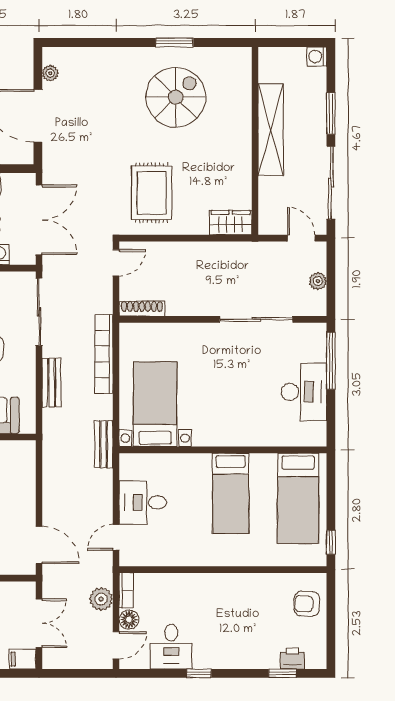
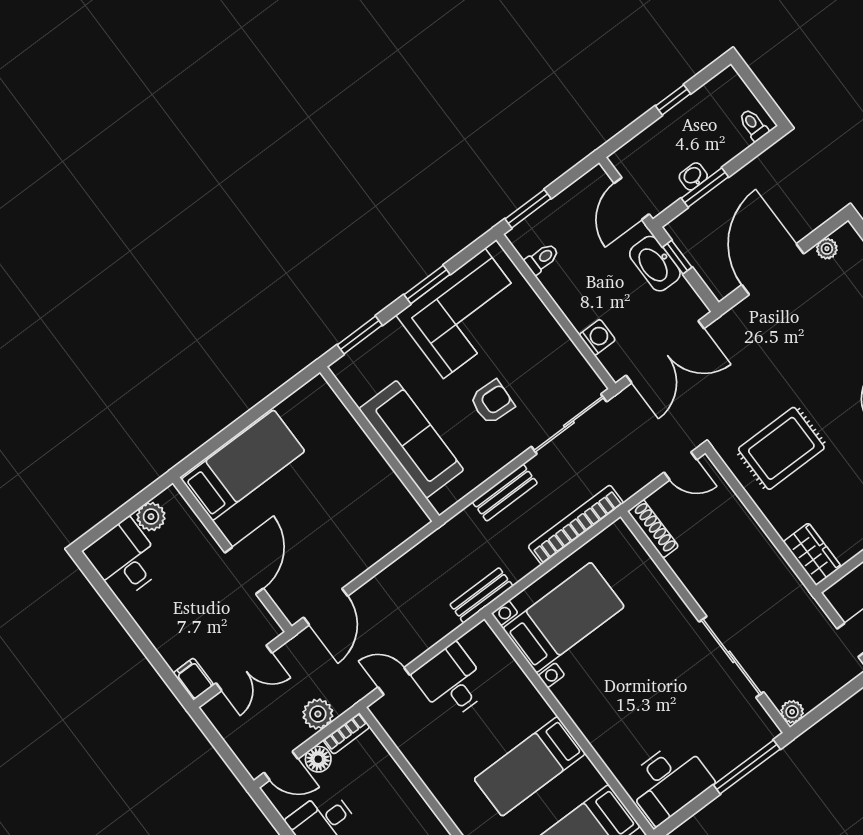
plant: (318, 281) -> (792, 712), moved
desk: (304, 392) -> (669, 782), moved

